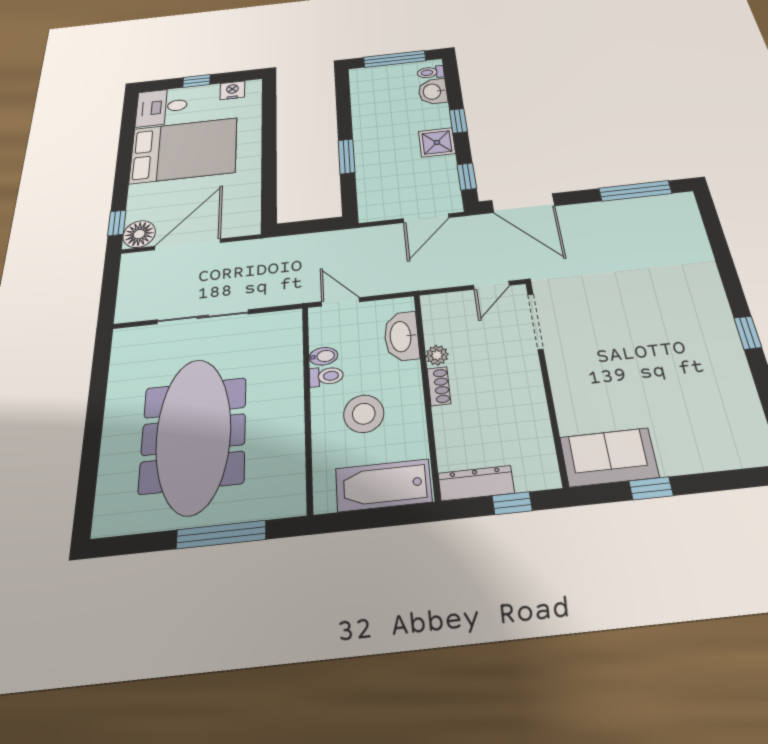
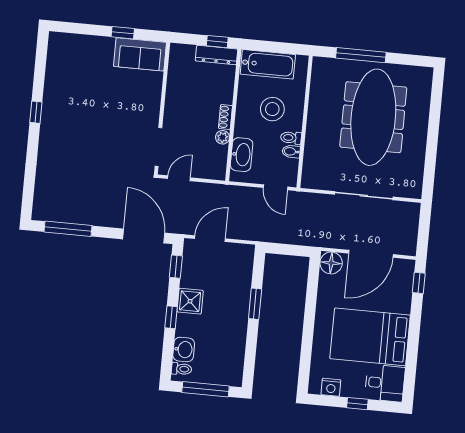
floor lamp: (139, 234) -> (331, 263), moved
window: (512, 503) -> (217, 42), moved

